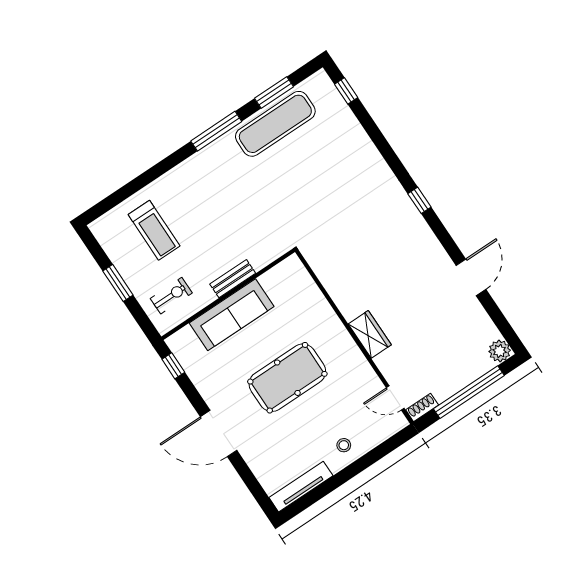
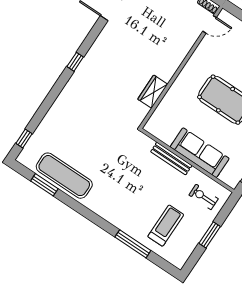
window: (216, 131) -> (133, 244), moved
bench: (233, 279) -> (171, 159), width x1.36
wardrobe: (370, 334) -> (153, 92), moved
door: (395, 398) -> (210, 24), hinge flipped

